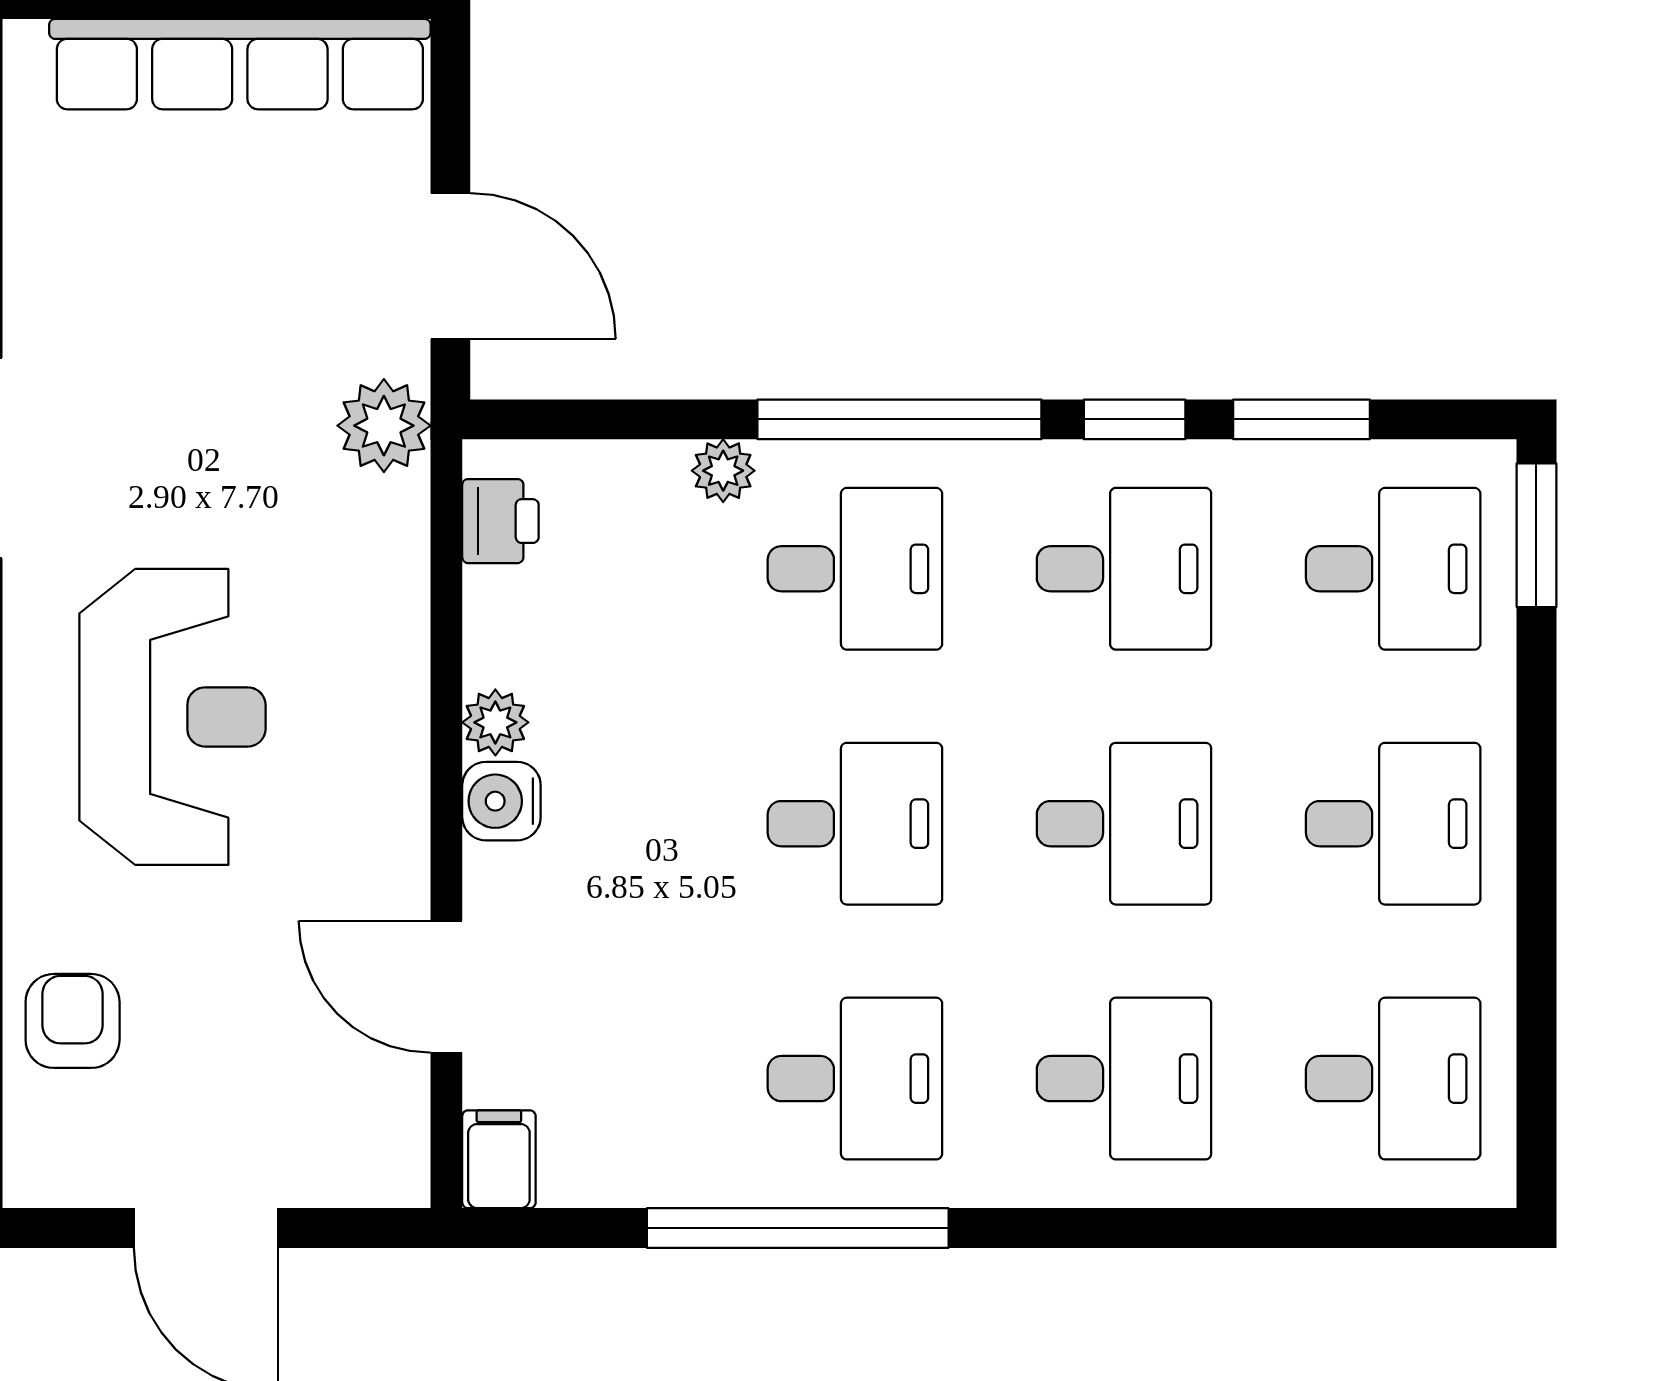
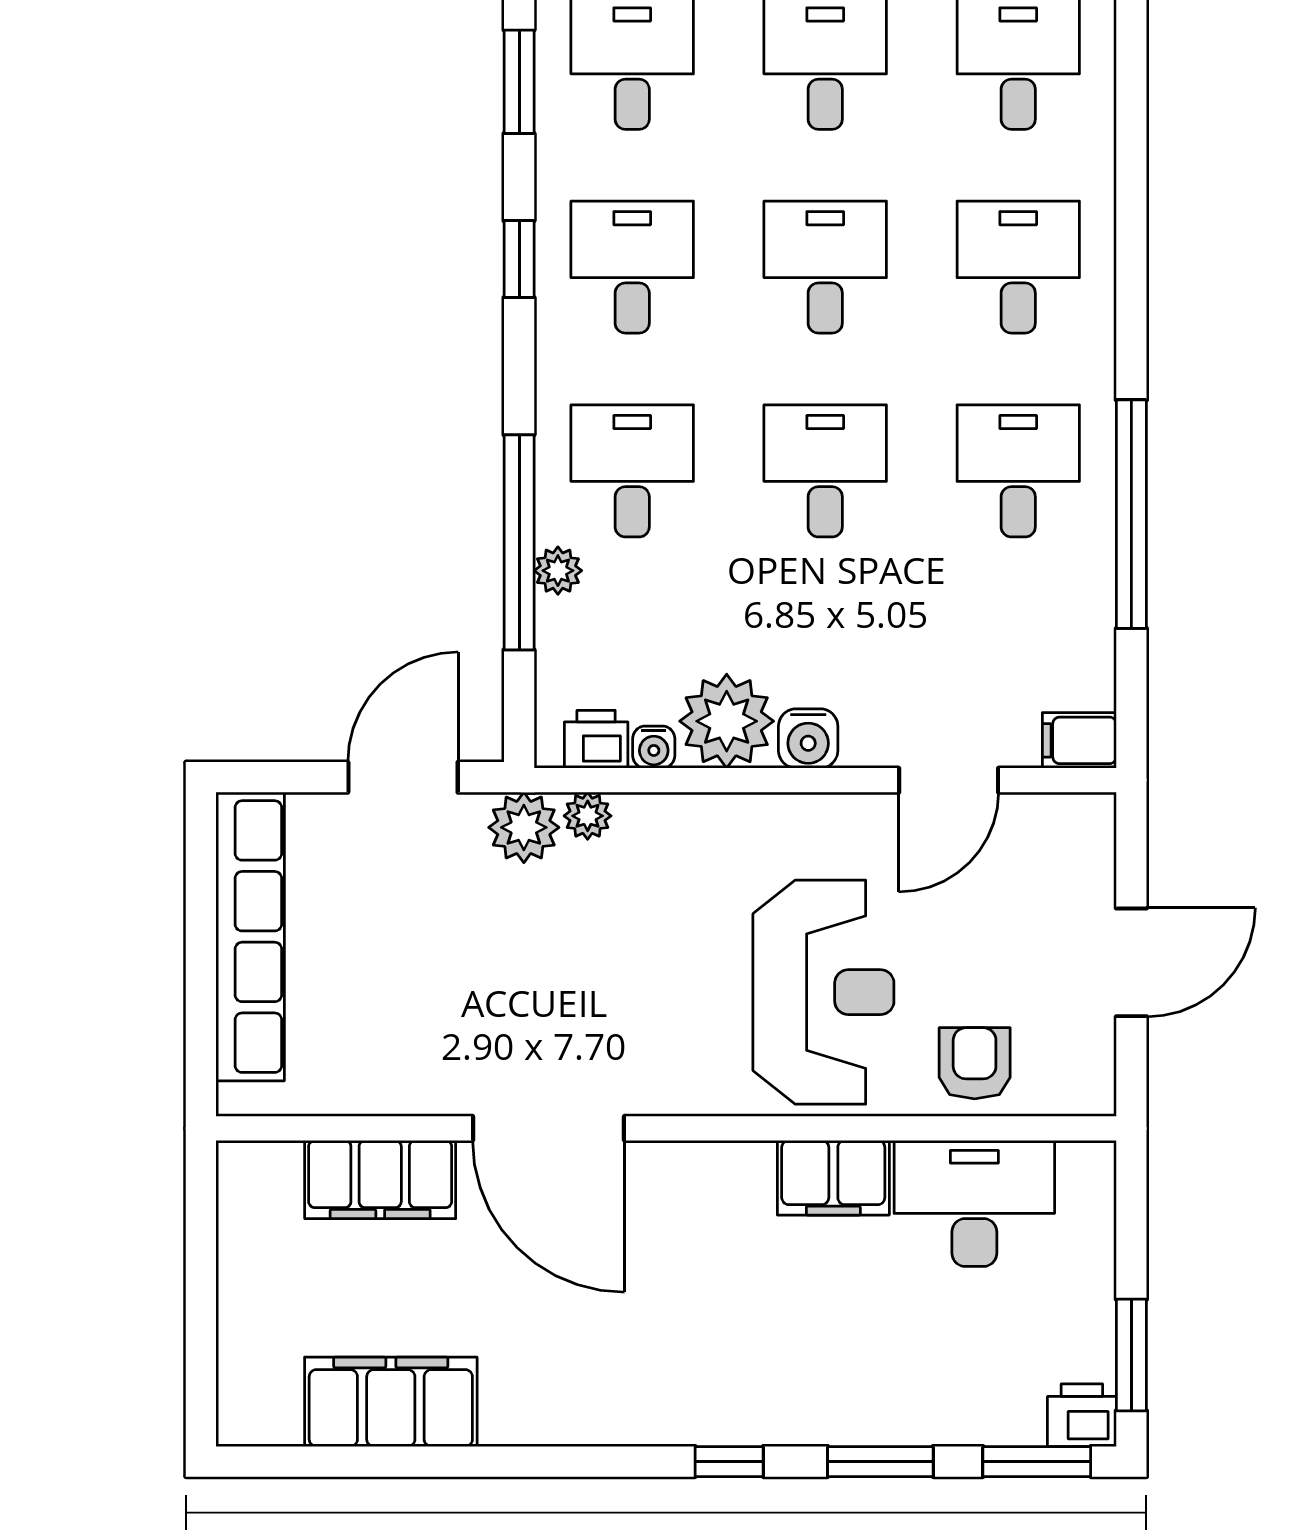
window: (899, 419) -> (519, 542), moved
window: (1301, 419) -> (519, 82), moved
plant: (399, 510) -> (588, 816), added
water cooler: (490, 597) -> (654, 747), added
reception desk: (172, 717) -> (823, 992), moved, turned 90
plant: (495, 722) -> (727, 721), width x1.87, depth x1.87
armchair: (73, 1021) -> (975, 1063), turned 90

